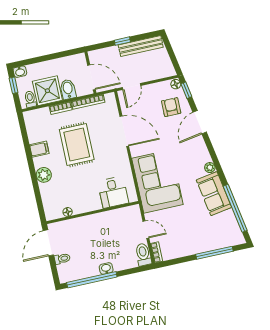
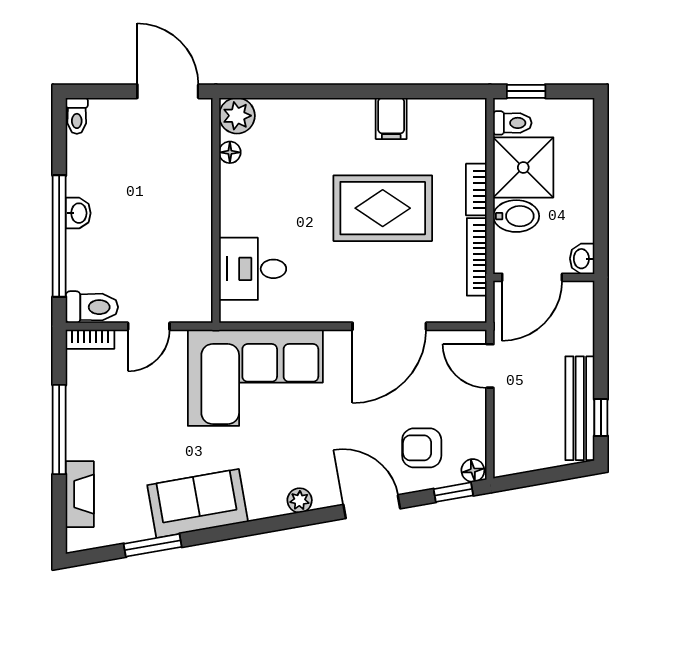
window: (122, 41) -> (601, 418), moved
washbasin: (20, 72) -> (582, 259), moved
window: (14, 85) -> (526, 91), moved
armchair: (171, 107) -> (422, 448), turned 180
plant: (210, 168) -> (300, 500), moved
plant: (44, 175) -> (237, 116), moved
window: (235, 208) -> (153, 545), width x0.47
fireplace: (221, 243) -> (80, 494), added
window: (214, 253) -> (59, 430), moved
toilet: (62, 259) -> (77, 116), moved
window: (92, 280) -> (59, 236), moved

